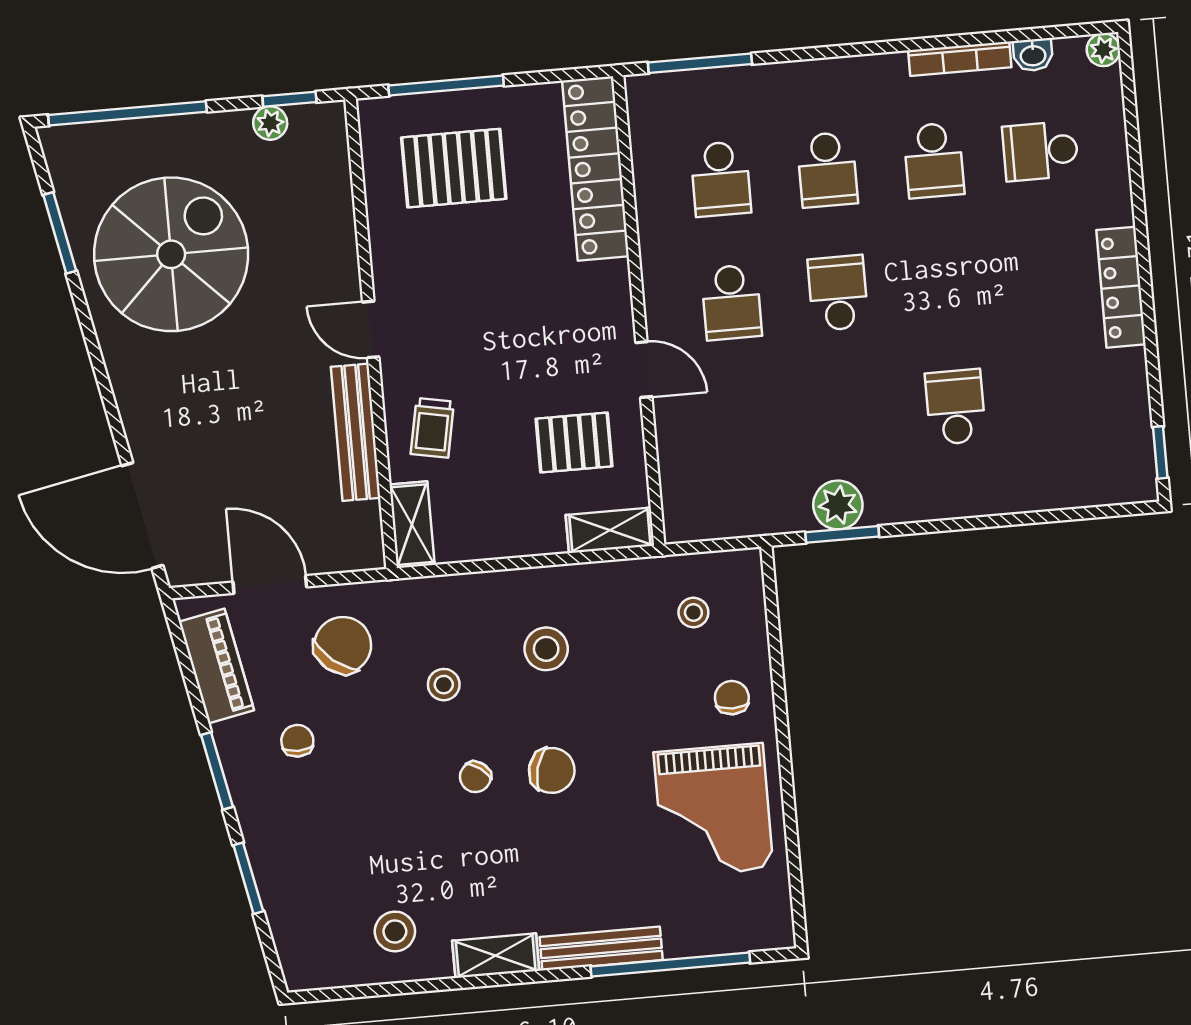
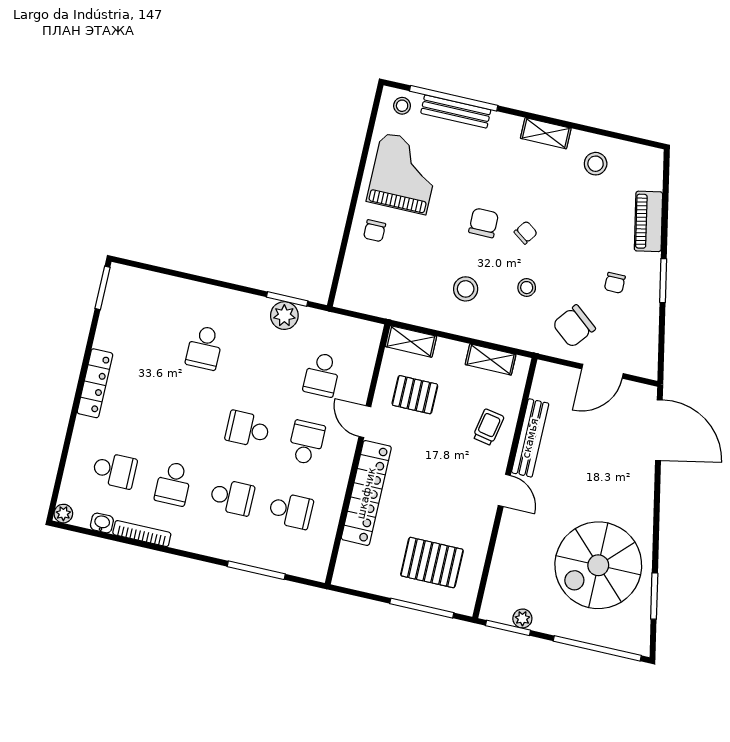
window: (700, 63) -> (256, 570), moved
window: (289, 99) -> (508, 628), width x1.50
school desk: (934, 160) -> (173, 484), turned 180
locker: (595, 168) -> (366, 493), moved
school desk: (827, 170) -> (232, 497), turned 90
school desk: (721, 179) -> (291, 511), turned 90
school desk: (838, 293) -> (248, 429), turned 90
school desk: (742, 426) -> (322, 375), added
window: (1160, 452) -> (102, 288), width x1.50
shelving: (412, 525) -> (491, 360), moved, turned 90
door: (270, 584) -> (603, 371), hinge flipped
stool: (693, 613) -> (402, 106), moved
piano: (216, 666) -> (649, 221), moved
chair: (552, 770) -> (484, 223), turned 75
window: (248, 878) -> (665, 218), removed
bench: (601, 948) -> (456, 111), moved

